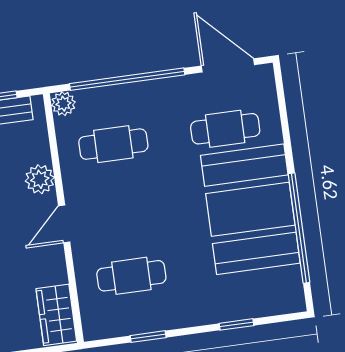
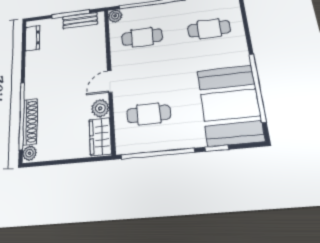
plant: (40, 179) -> (100, 108), moved
booth: (250, 209) -> (230, 105), moved
window: (148, 337) -> (158, 154), width x3.17

